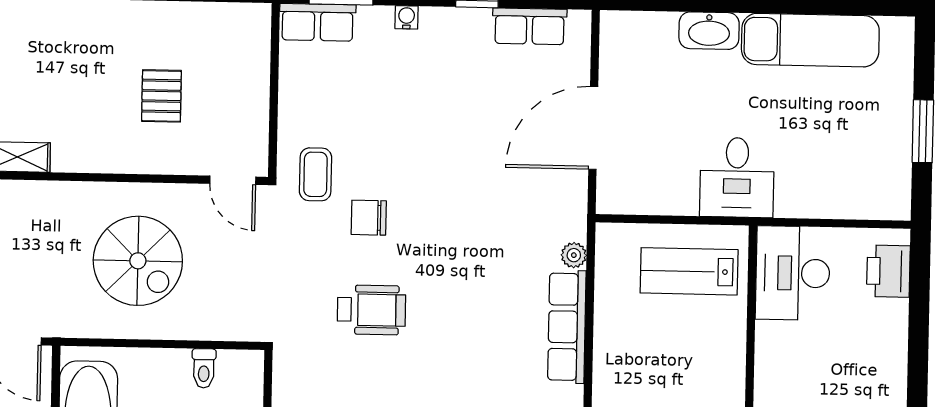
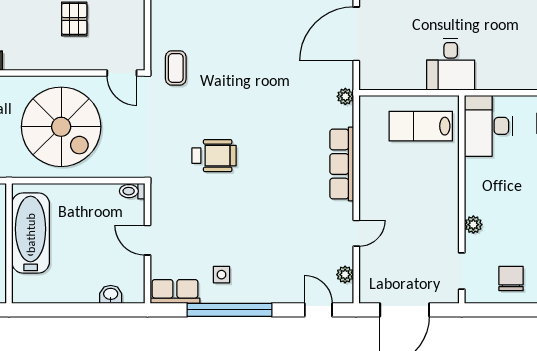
chair: (369, 218) -> (211, 95), removed
plant: (574, 255) -> (345, 96), moved
spiral stairs: (138, 261) -> (61, 127), width x1.37, depth x1.37
toilet: (204, 368) -> (132, 191), moved, turned 90

